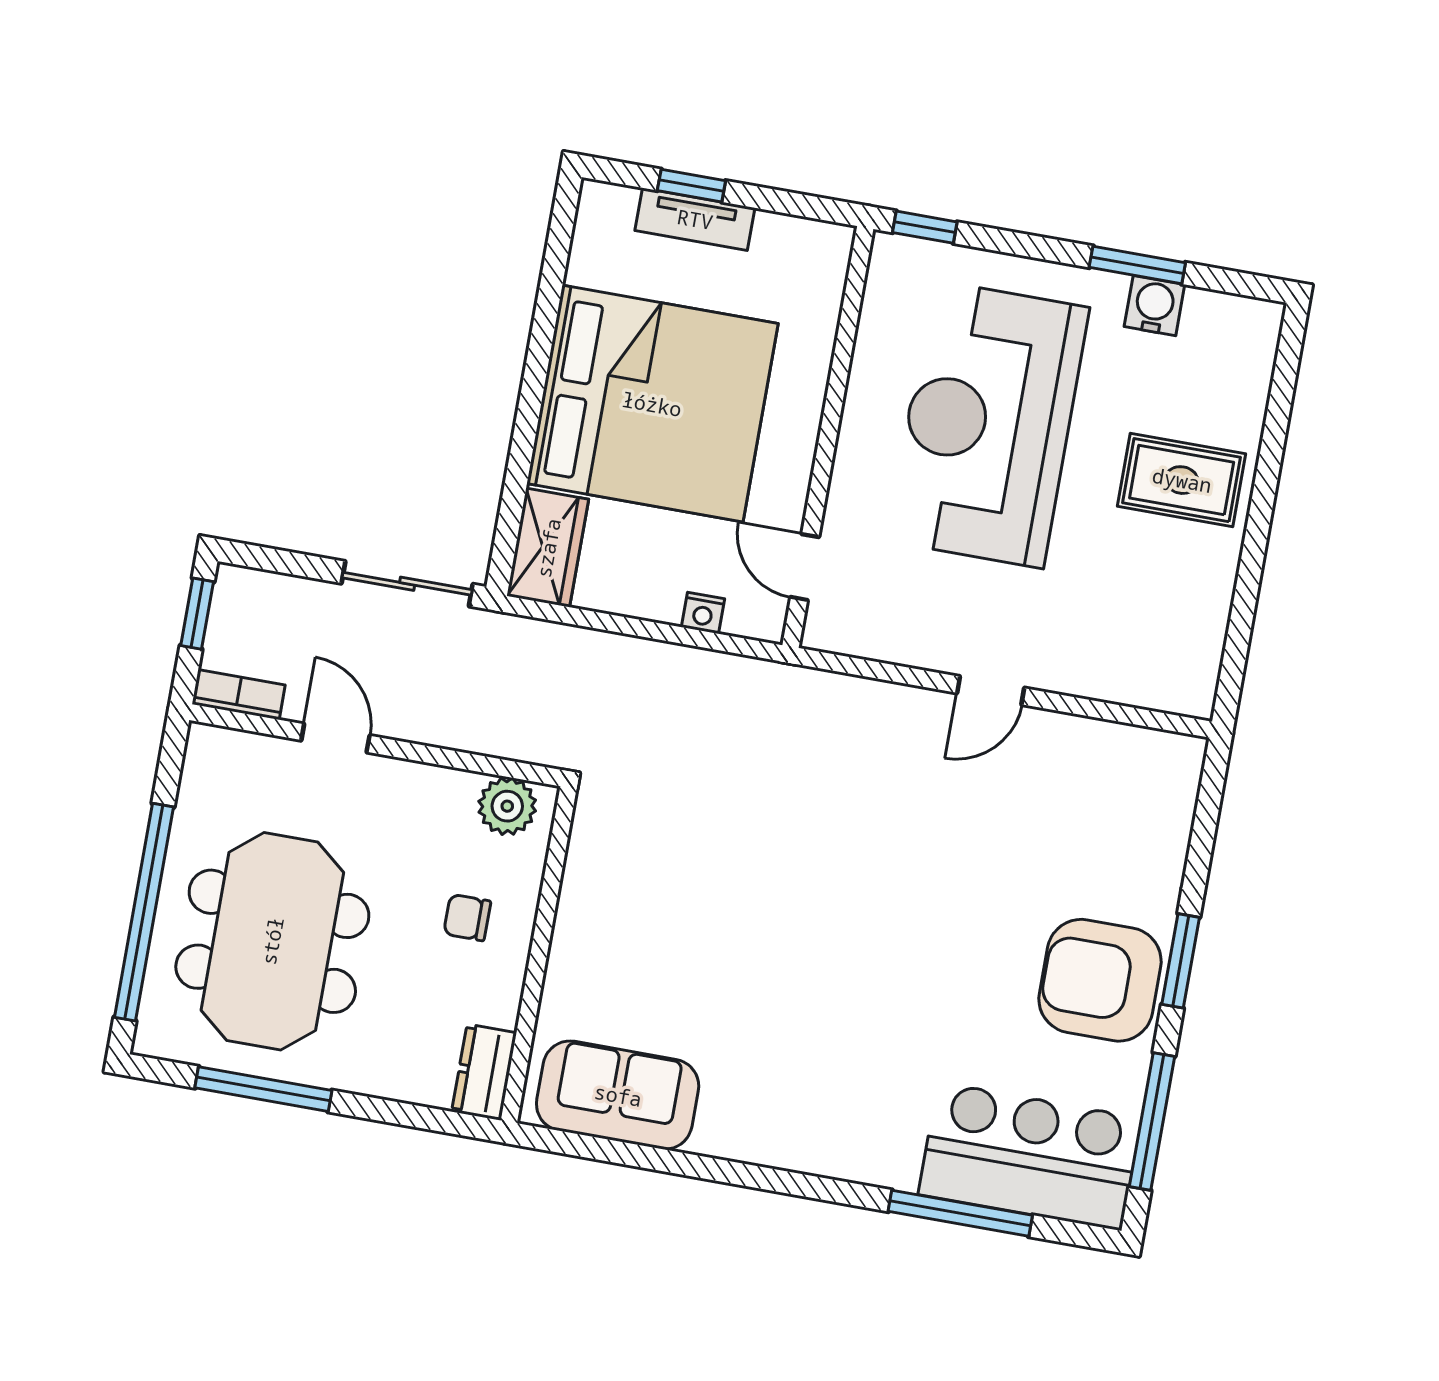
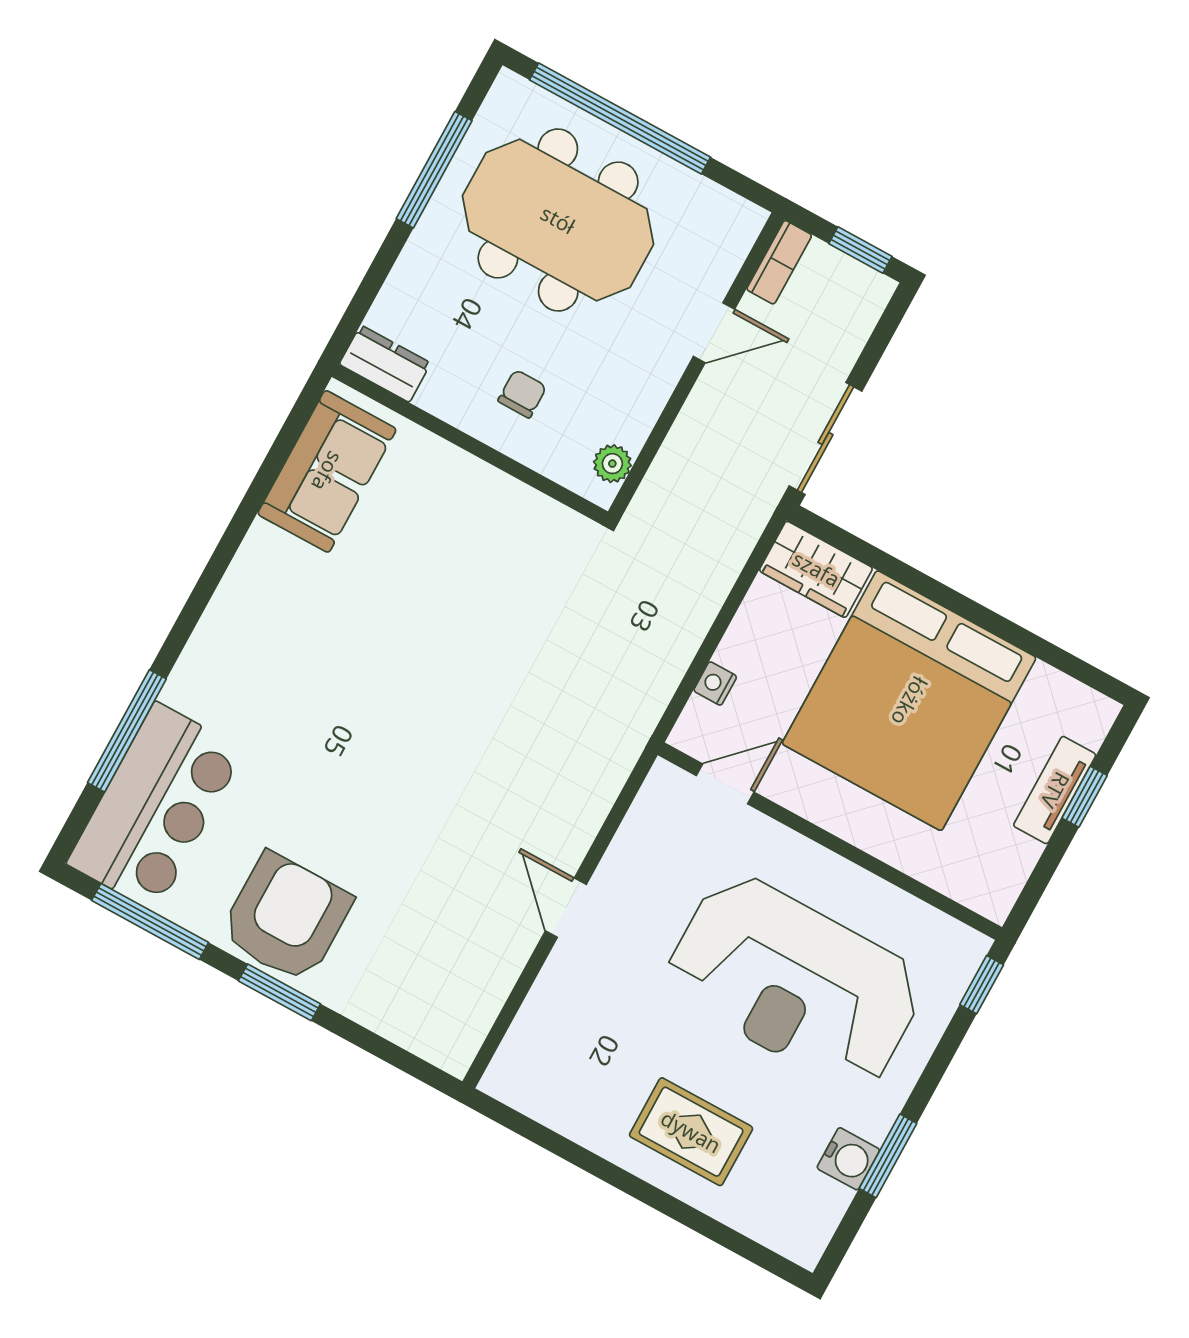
reception desk: (988, 424) -> (795, 982), turned 180
rug: (1182, 480) -> (691, 1132), turned 90
plant: (507, 806) -> (612, 464), width x0.73, depth x0.73

